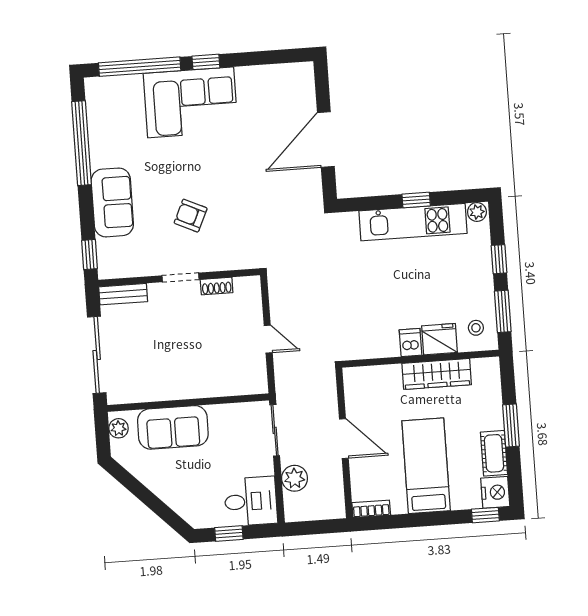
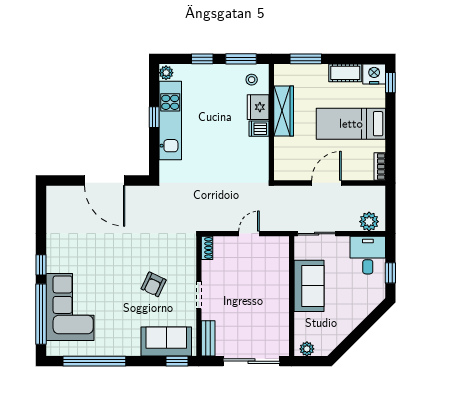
corner sofa: (191, 102) -> (70, 307), moved
sofa: (112, 202) -> (166, 341), moved
shoe rack: (217, 286) -> (207, 248), moved
window: (511, 426) -> (306, 59), moved
sofa: (173, 427) -> (309, 286), moved
plant: (295, 478) -> (369, 222), moved

